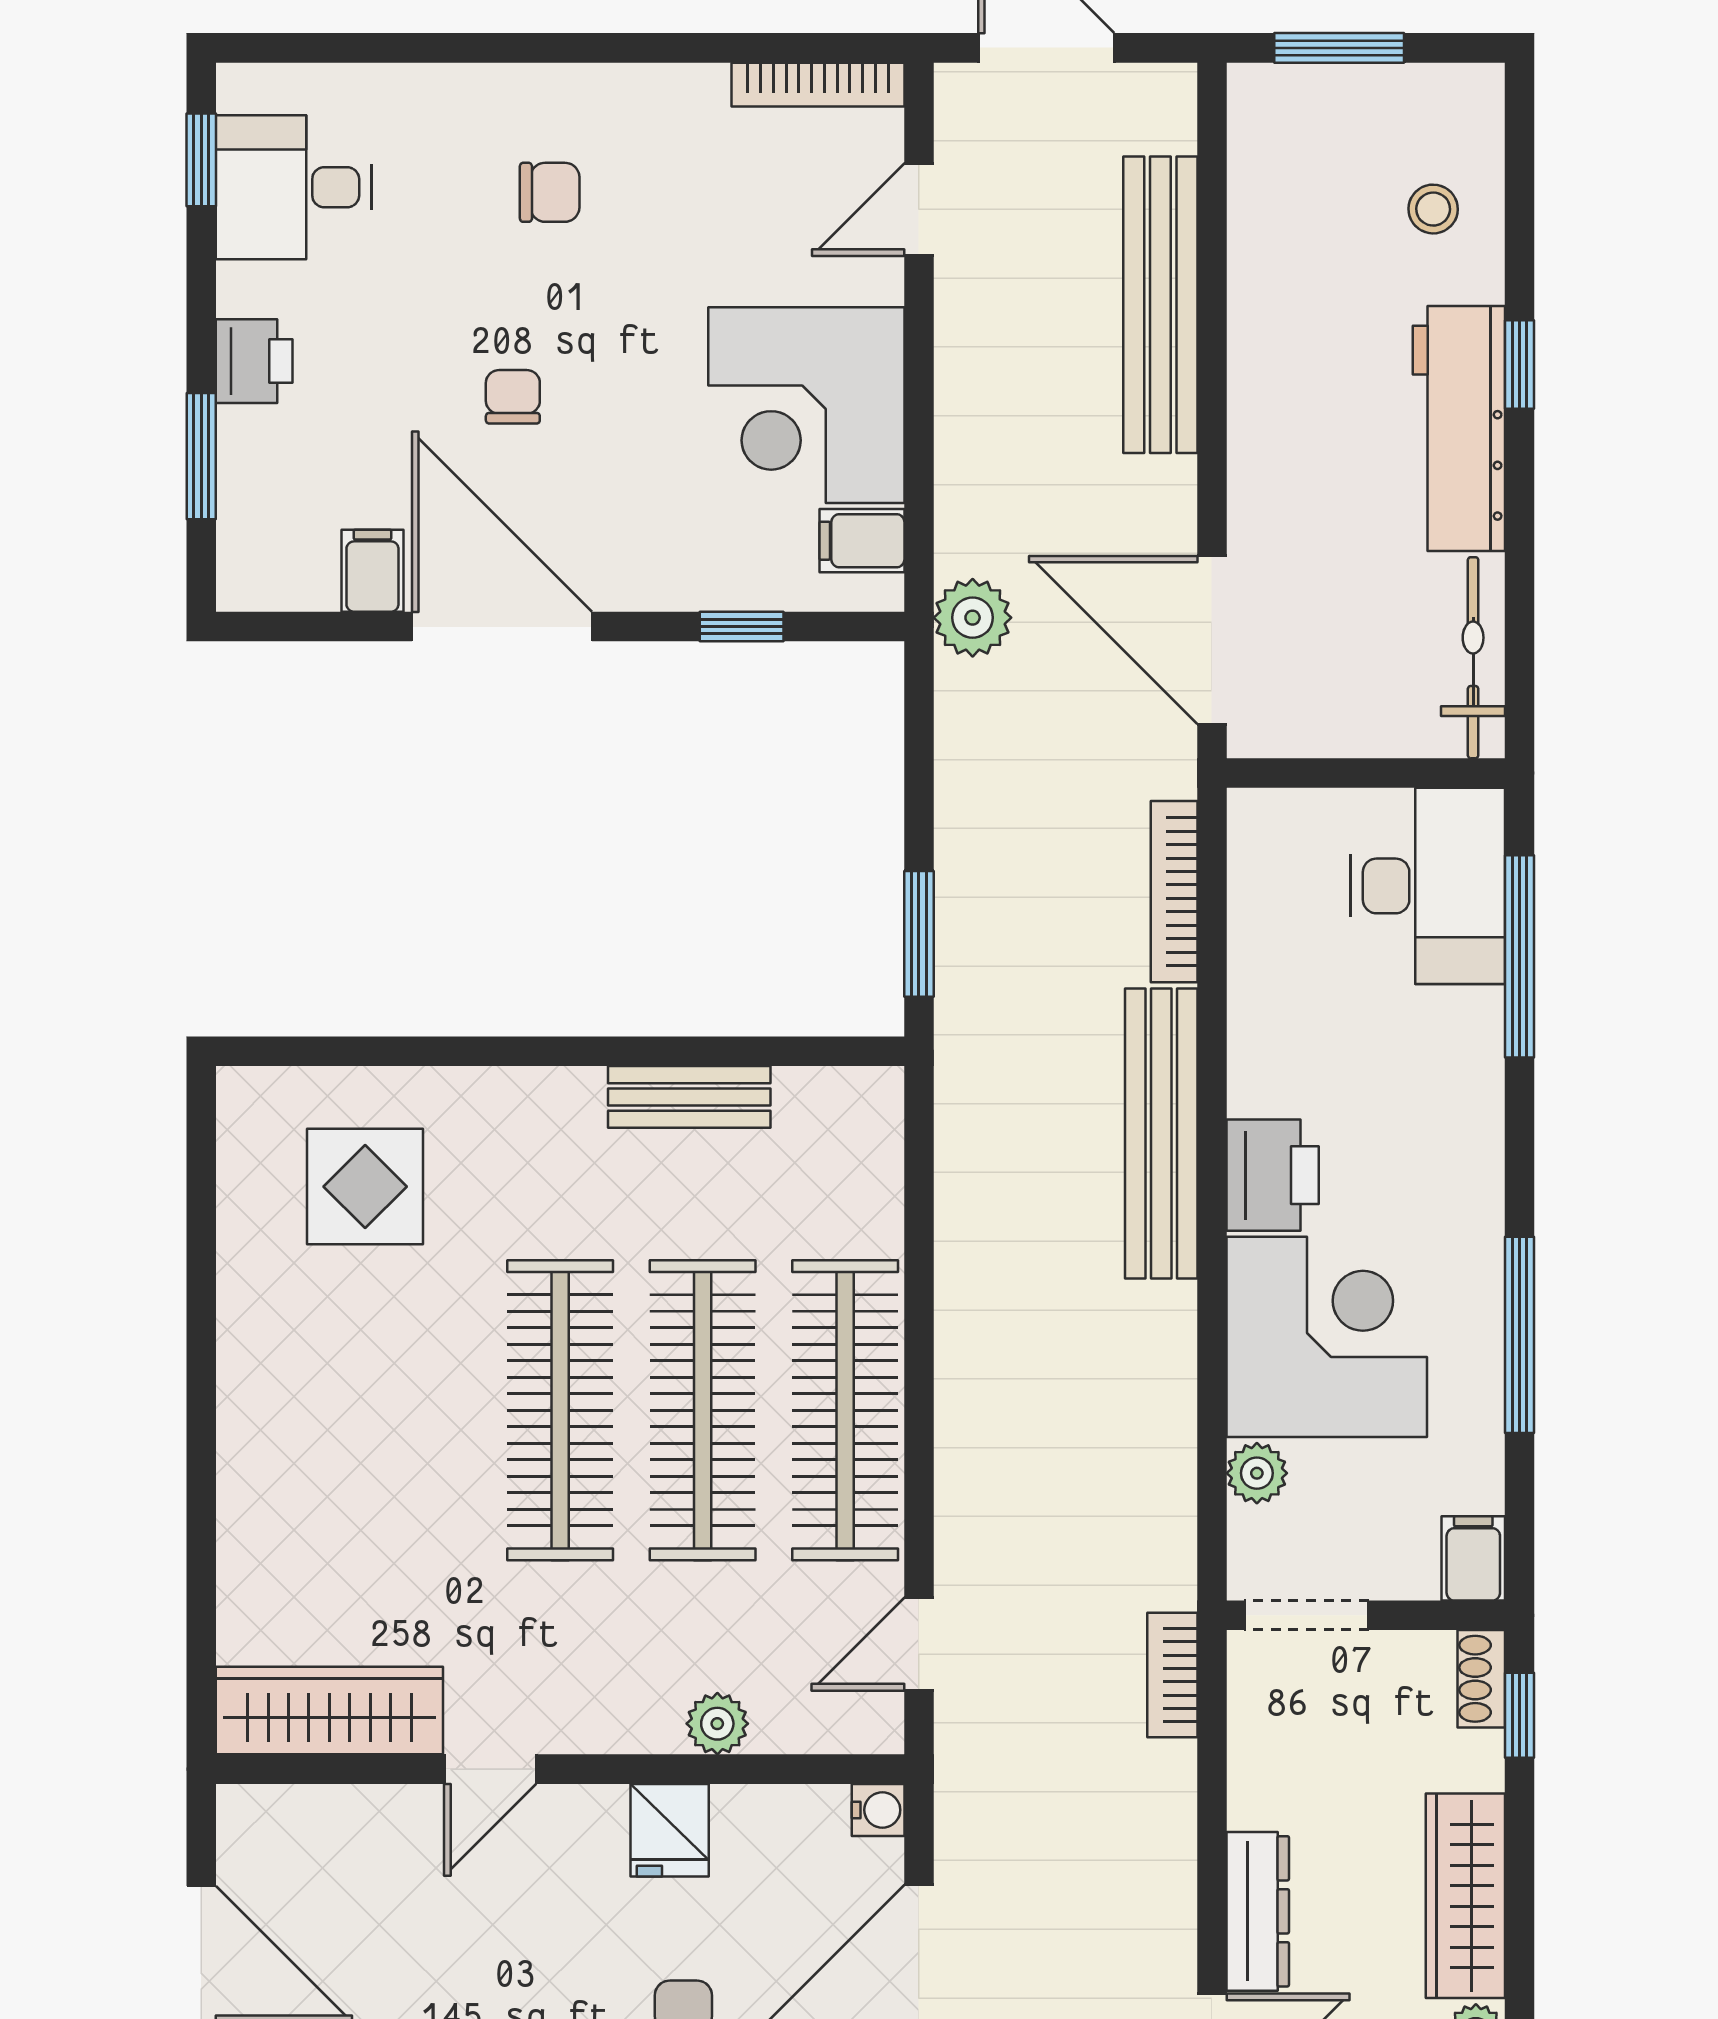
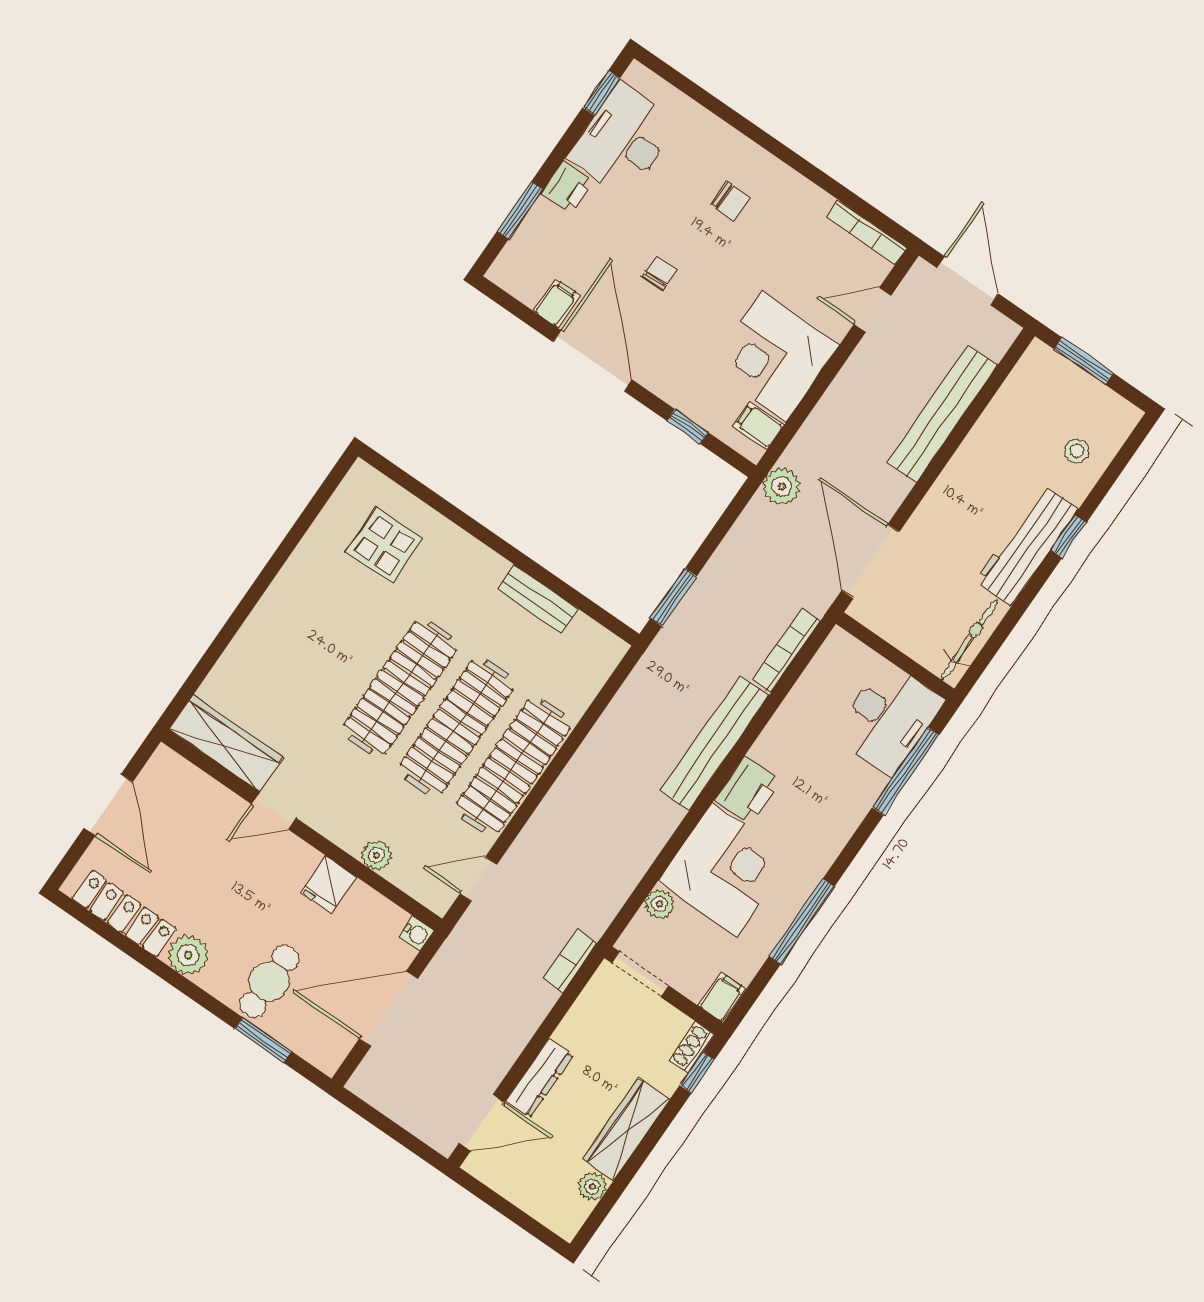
desk: (294, 187) -> (623, 140), width x1.37

